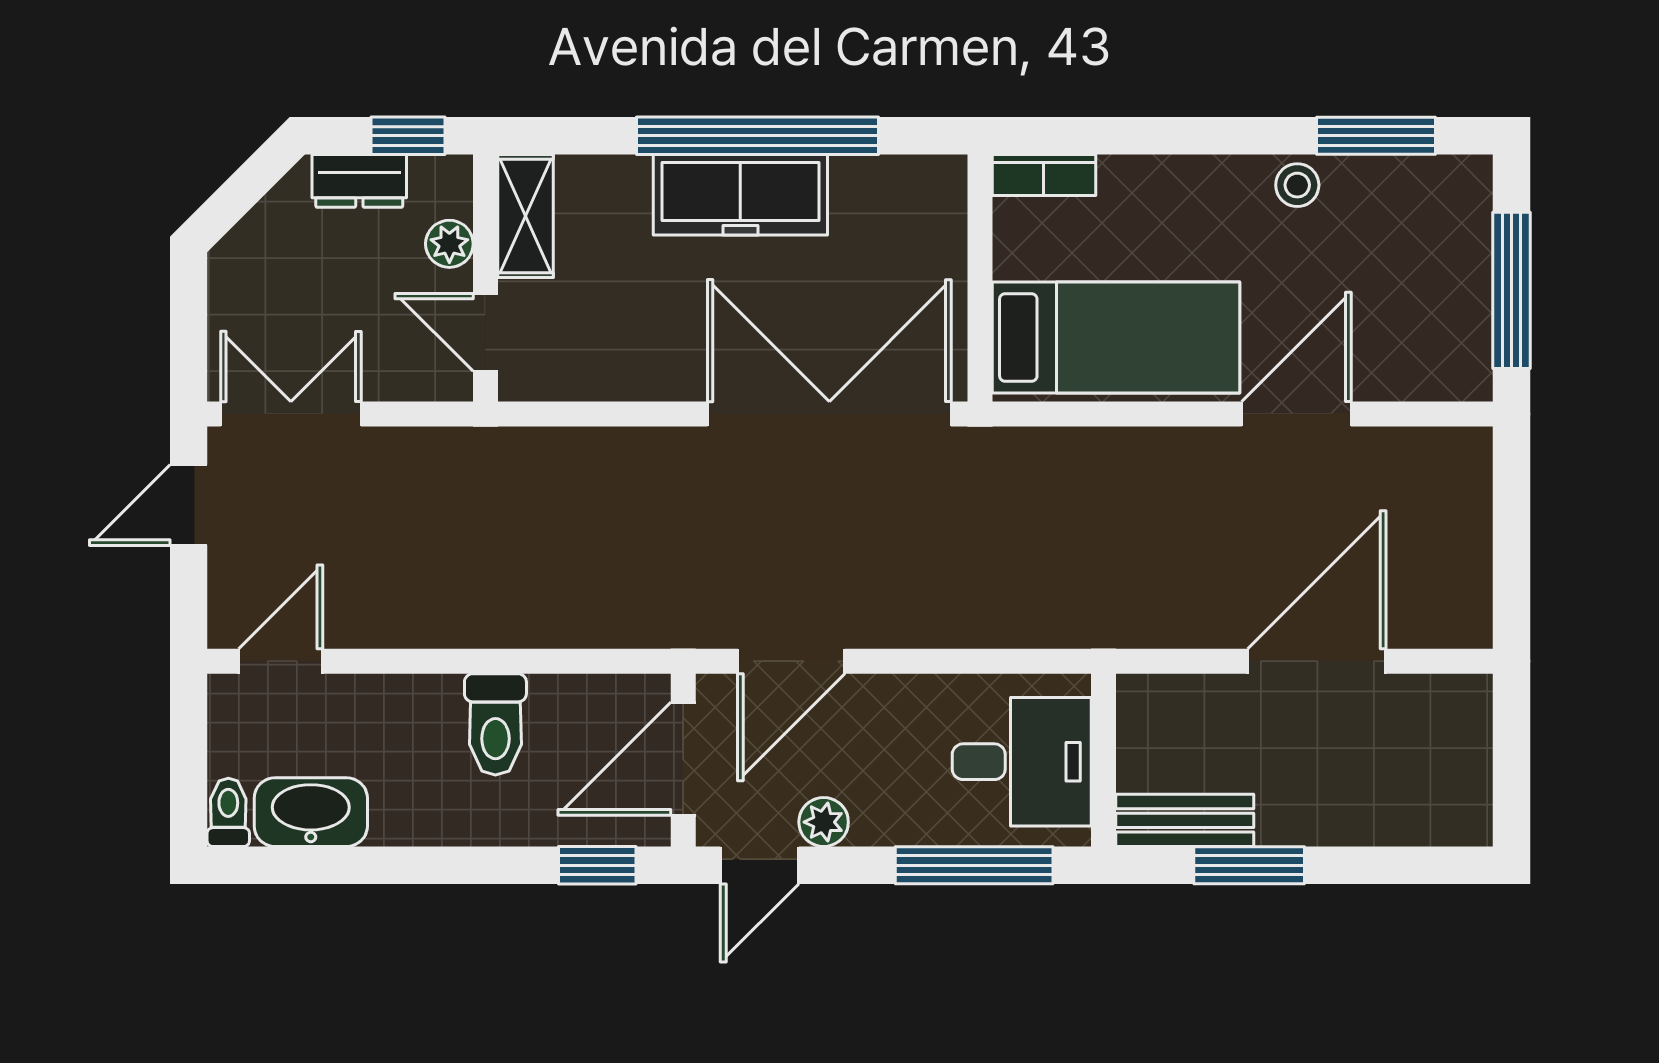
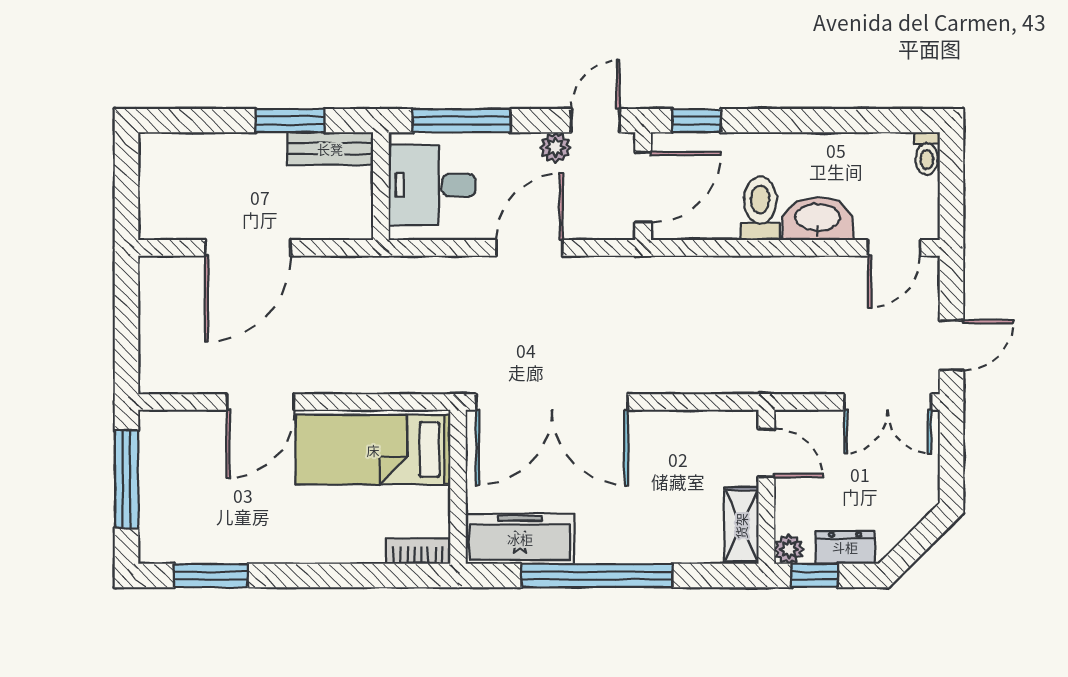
stool: (1297, 185) -> (260, 545), removed
freezer: (740, 195) -> (520, 539), moved
plant: (449, 244) -> (789, 549), moved
door: (791, 661) -> (529, 248), moved
washbasin: (311, 812) -> (818, 219), moved, turned 180

